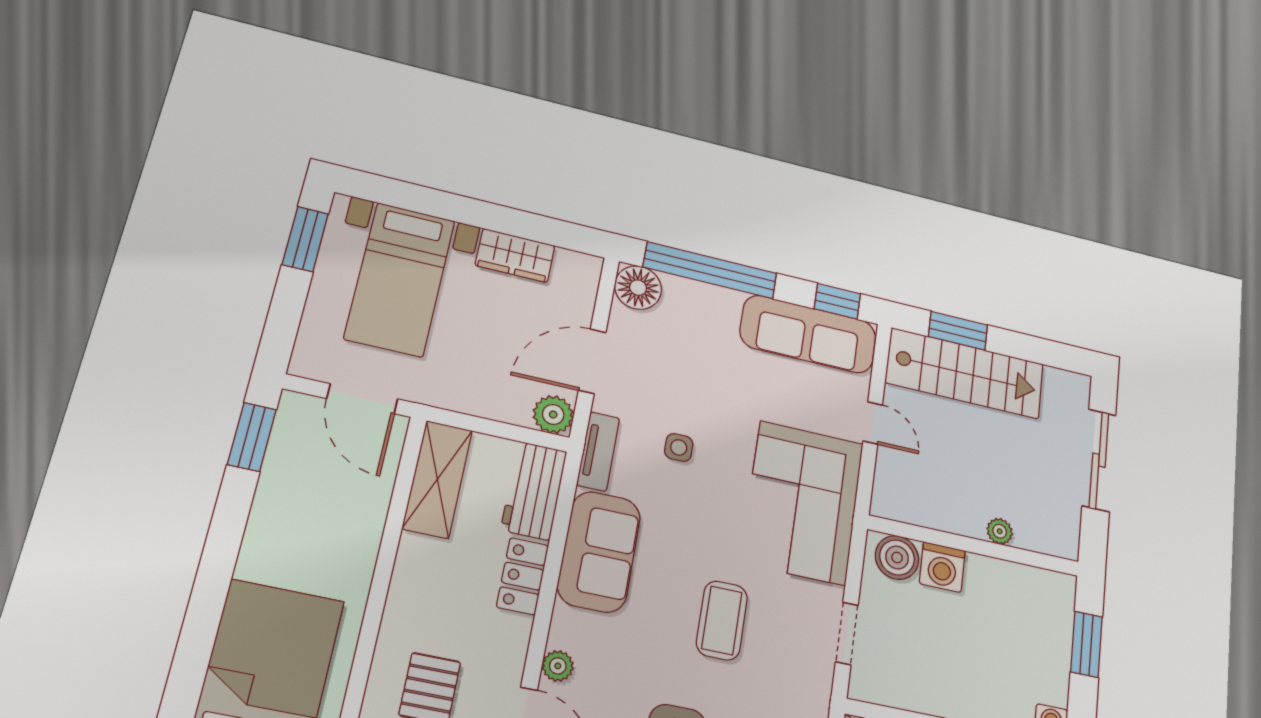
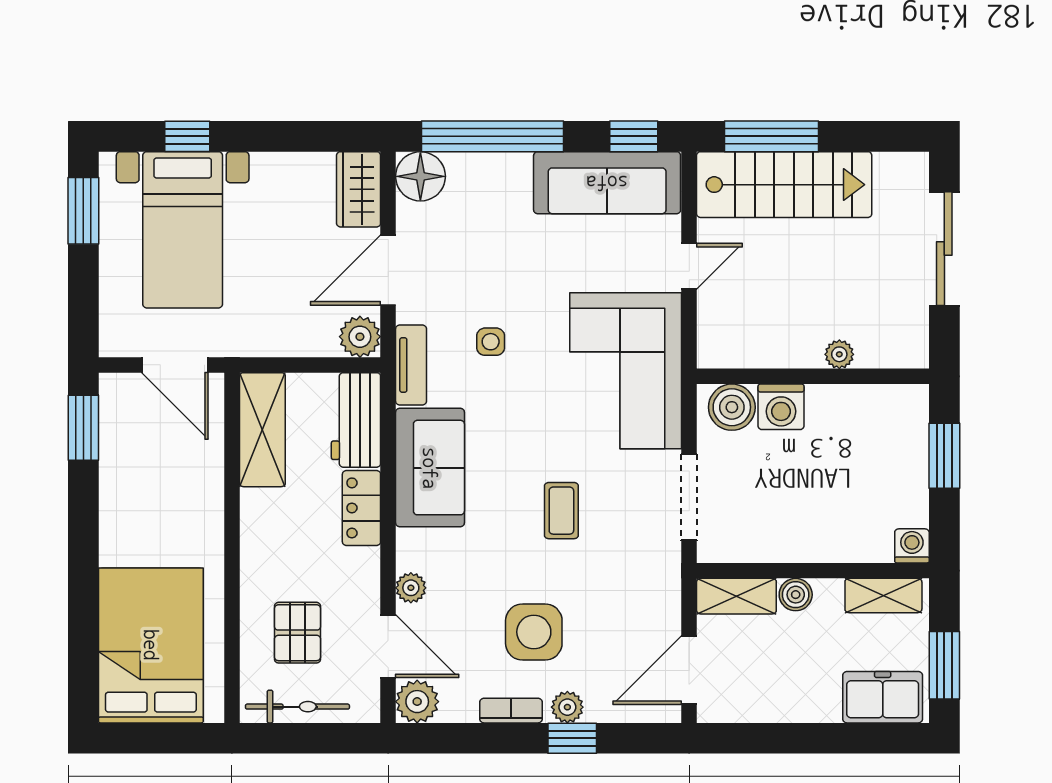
window: (424, 200) -> (187, 136), added
wardrobe: (515, 255) -> (359, 189), moved, turned 90
window: (958, 331) -> (772, 136), width x1.44
door: (873, 423) -> (689, 266), hinge flipped
coffee table: (722, 620) -> (561, 511), width x0.73, depth x0.77
doorway: (847, 633) -> (689, 497), width x1.38

